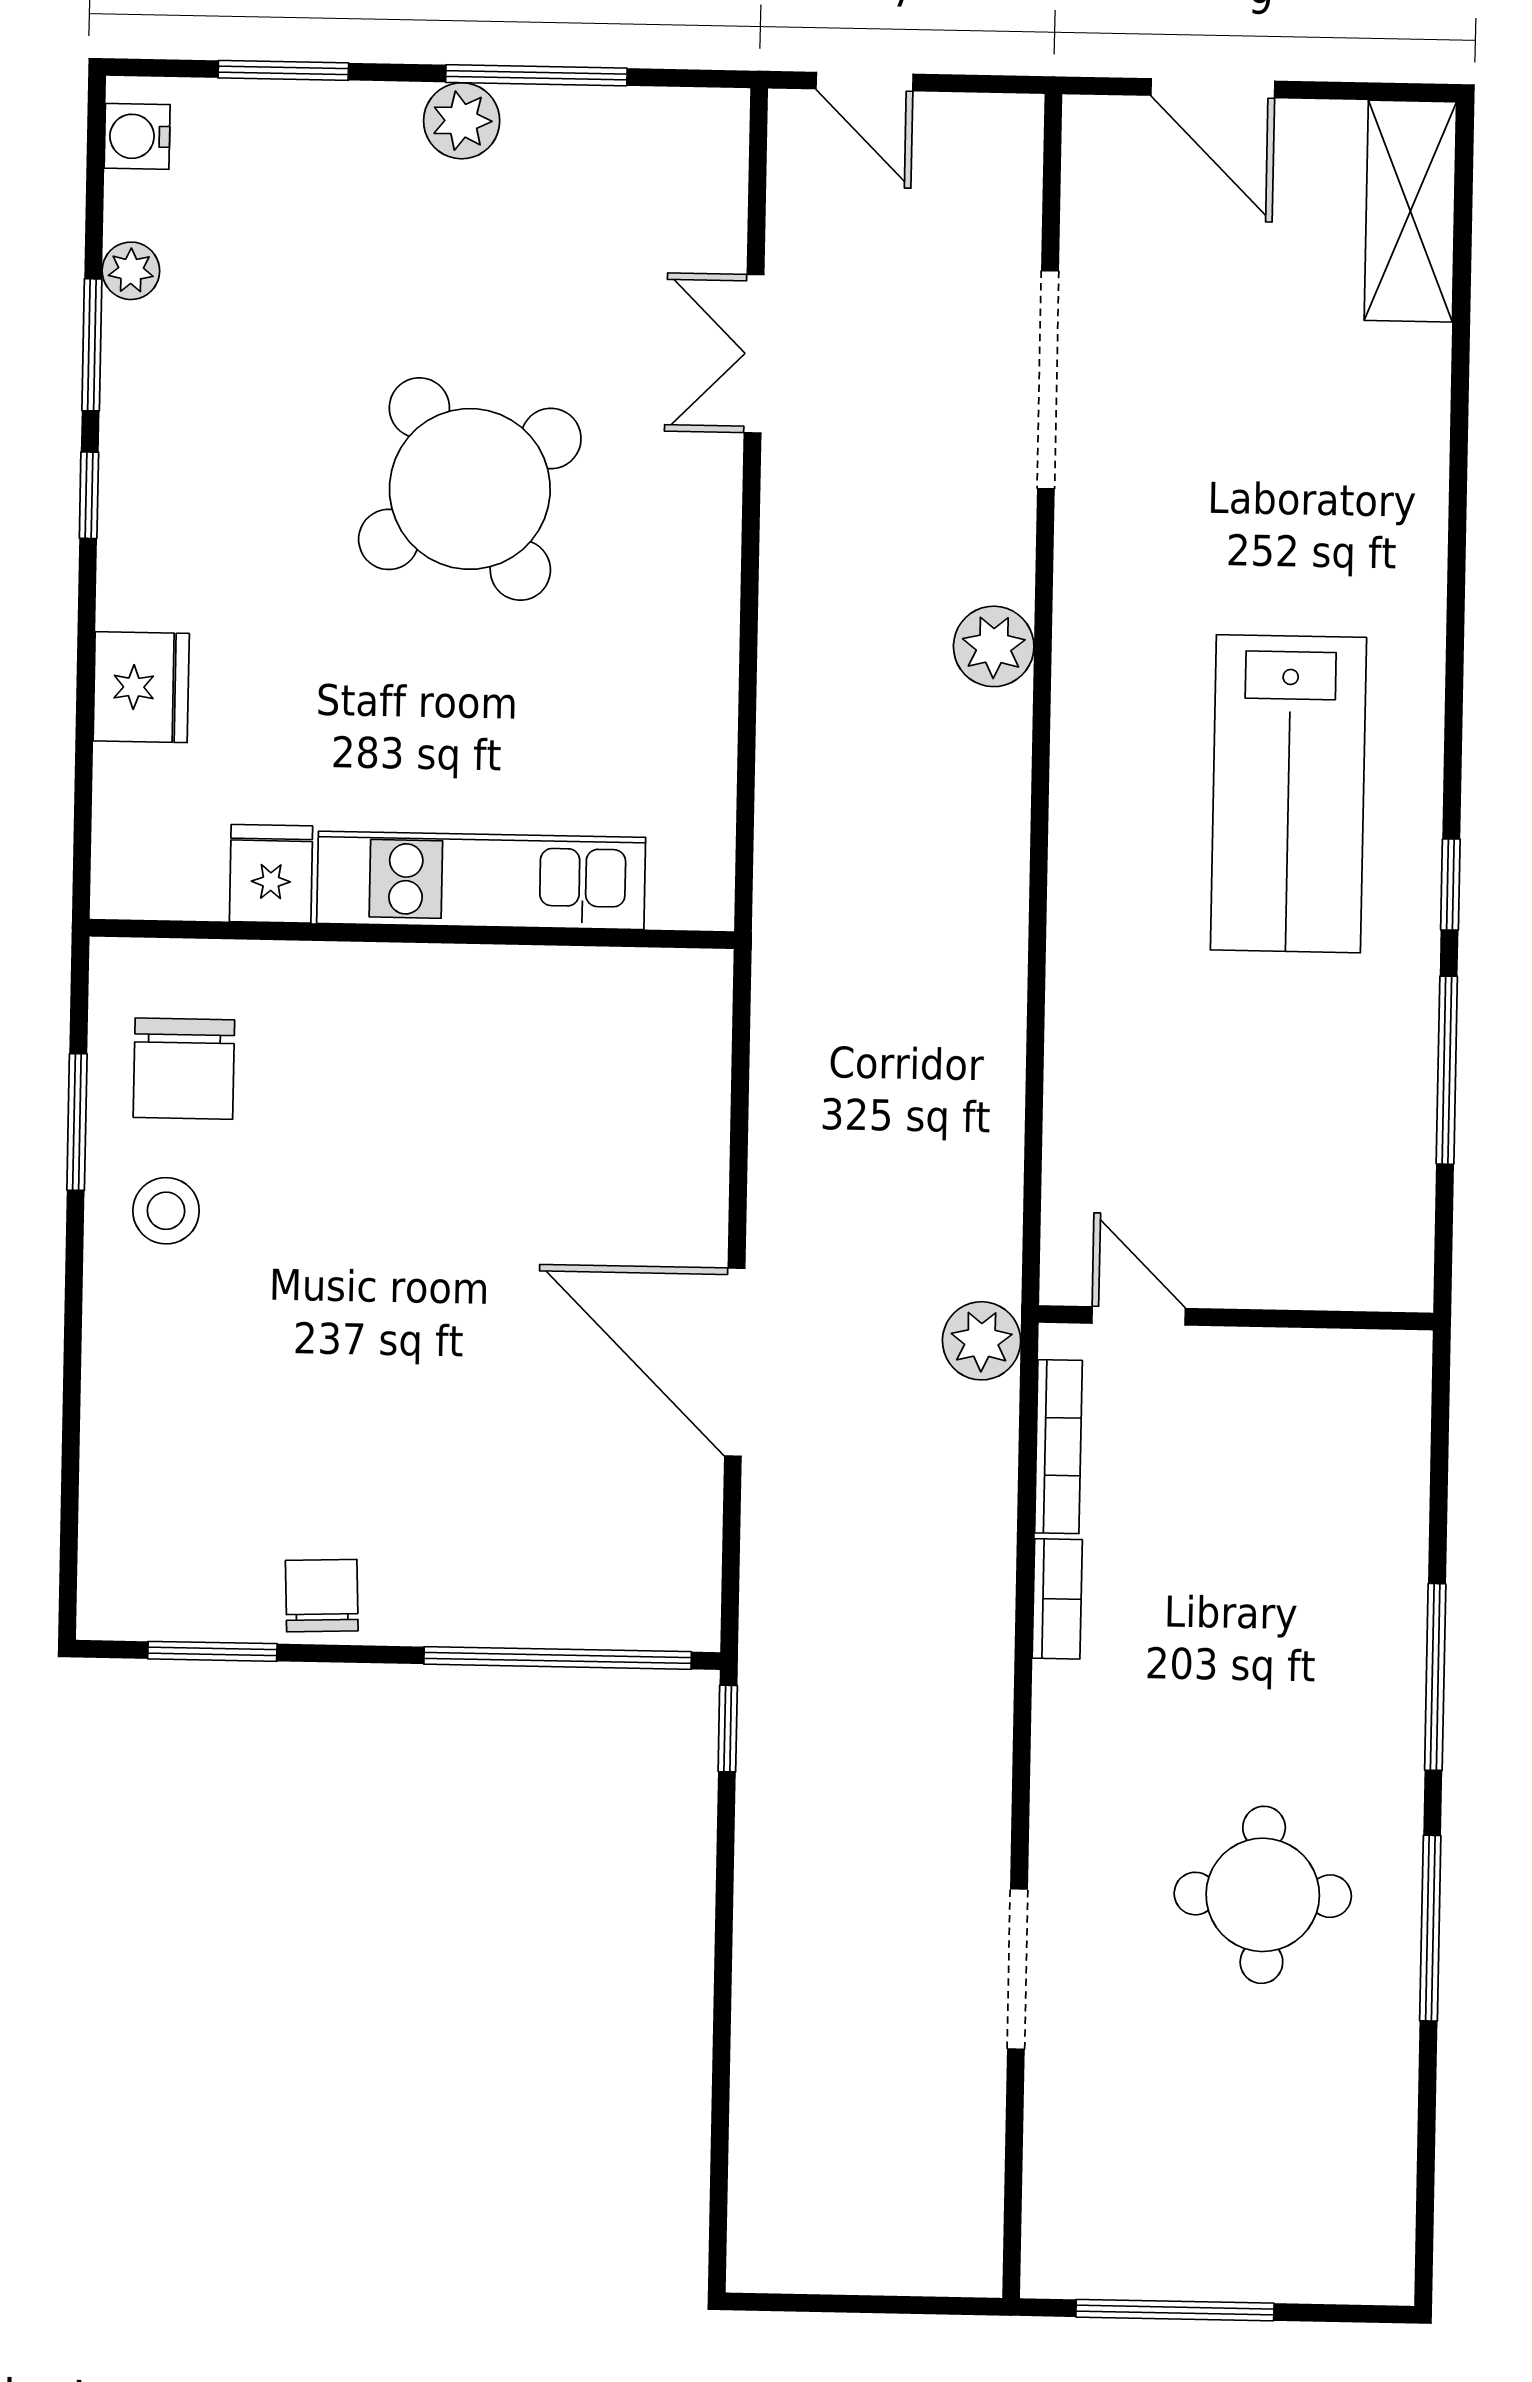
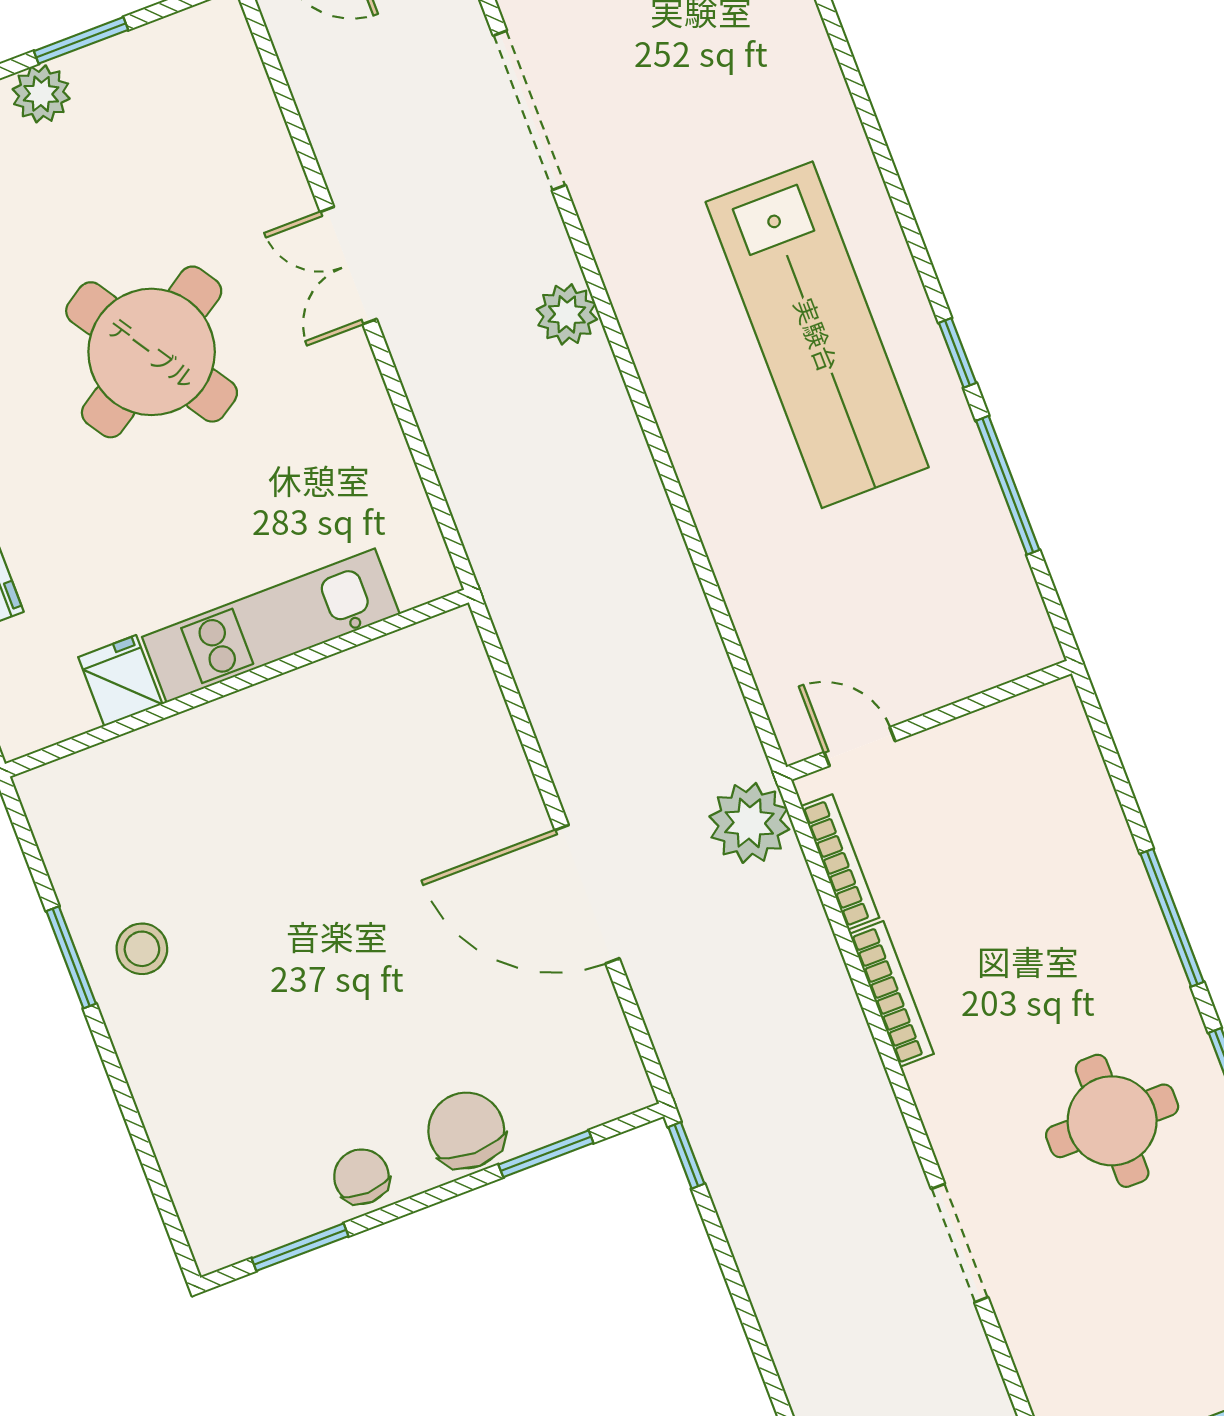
window: (536, 75) -> (81, 40), width x0.69
double door: (754, 354) -> (348, 265), moved
lab bench: (1288, 794) -> (817, 335), width x1.36
chair: (184, 1069) -> (466, 1131), moved, turned 180
window: (77, 1122) -> (71, 957), moved
plant: (982, 1341) -> (749, 823), width x1.36, depth x1.36
bookcase: (1057, 1599) -> (892, 994), width x1.56
window: (558, 1658) -> (546, 1154), width x0.47

